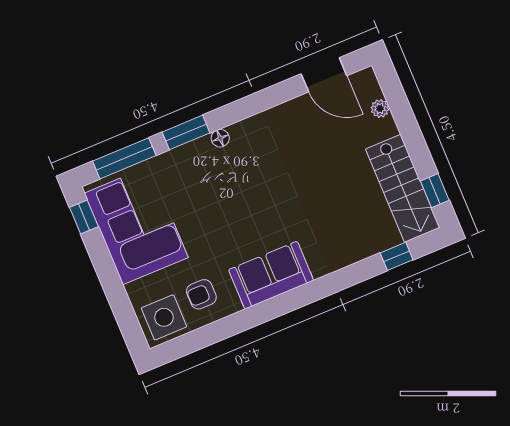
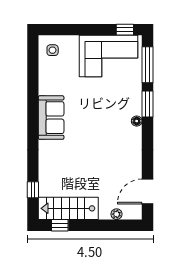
armchair: (201, 294) -> (57, 76), removed
side table: (164, 317) -> (53, 50), width x0.54, depth x0.54

